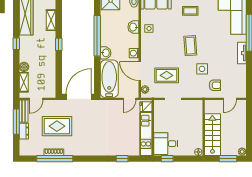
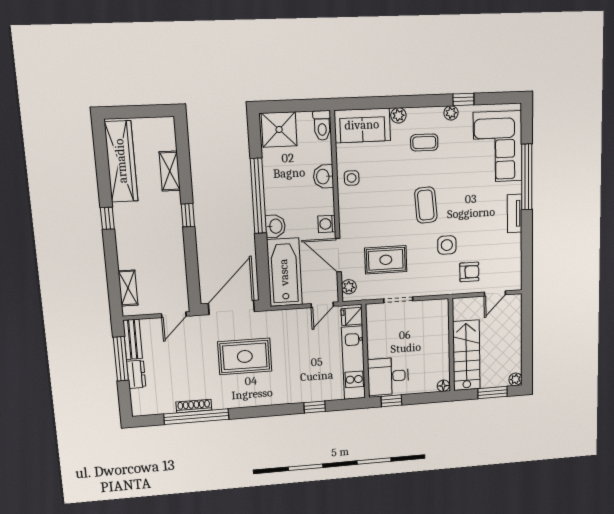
boiler: (24, 67) -> (126, 260), removed
door: (36, 99) -> (174, 315), moved
rug: (57, 126) -> (245, 356), moved

